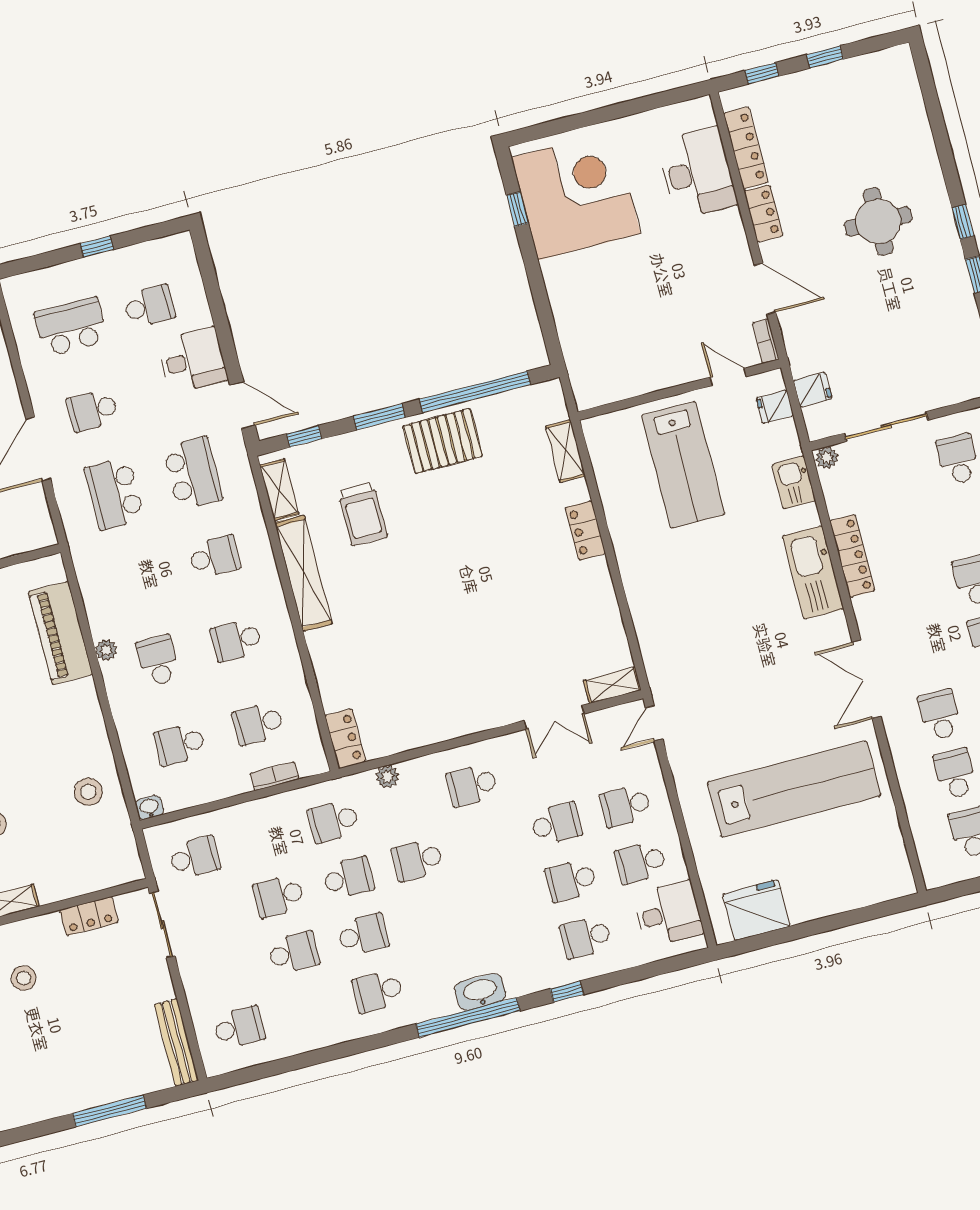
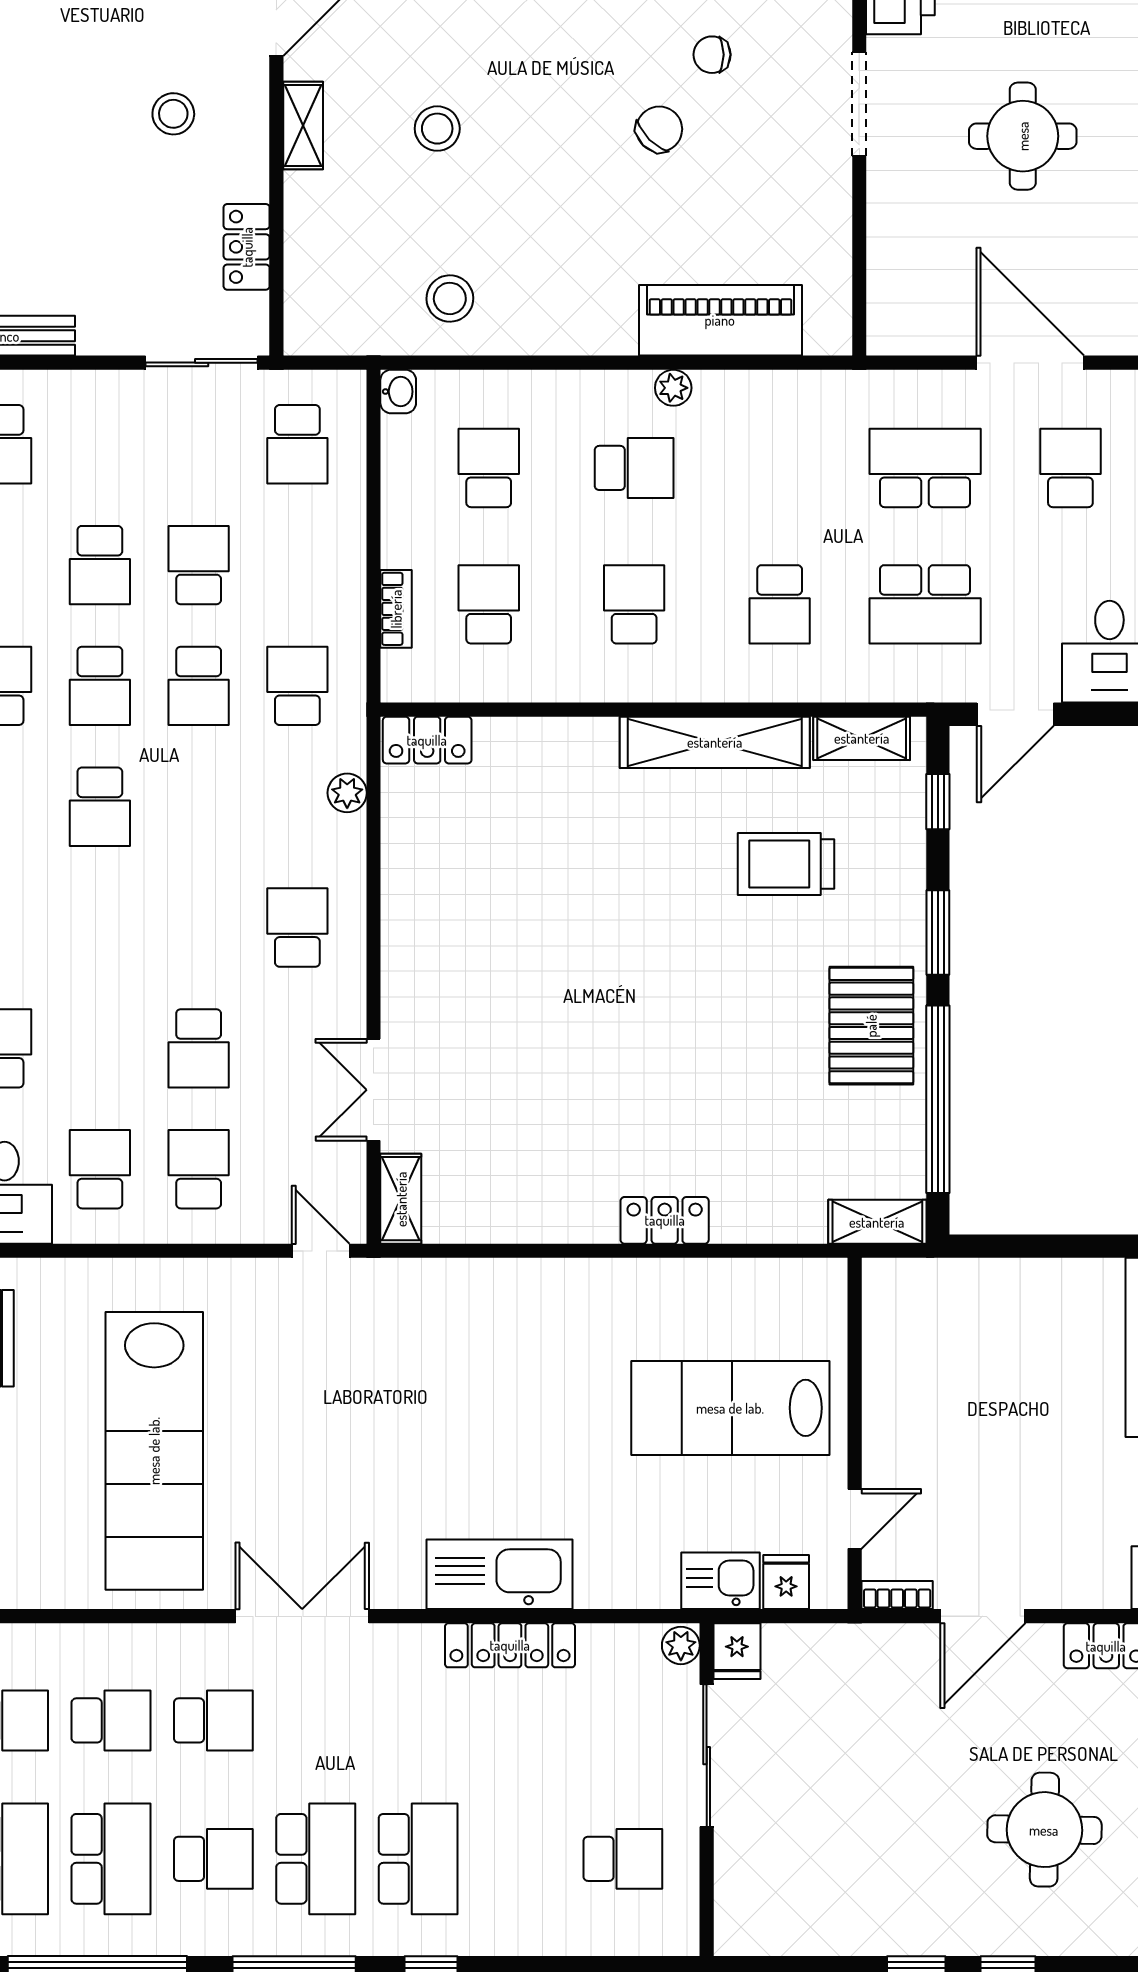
fridge: (813, 390) -> (737, 1651), moved
shelving: (565, 451) -> (877, 1222), moved
kitchen sink: (794, 483) -> (720, 1581), moved
school desk: (418, 860) -> (100, 807), moved, turned 180
school desk: (571, 880) -> (100, 1048), removed

